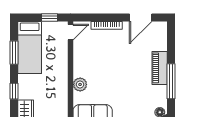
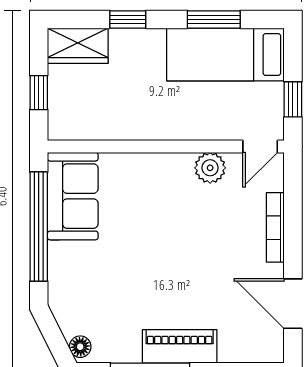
door: (71, 32) -> (260, 146), hinge flipped
plant: (80, 84) -> (210, 168), moved

